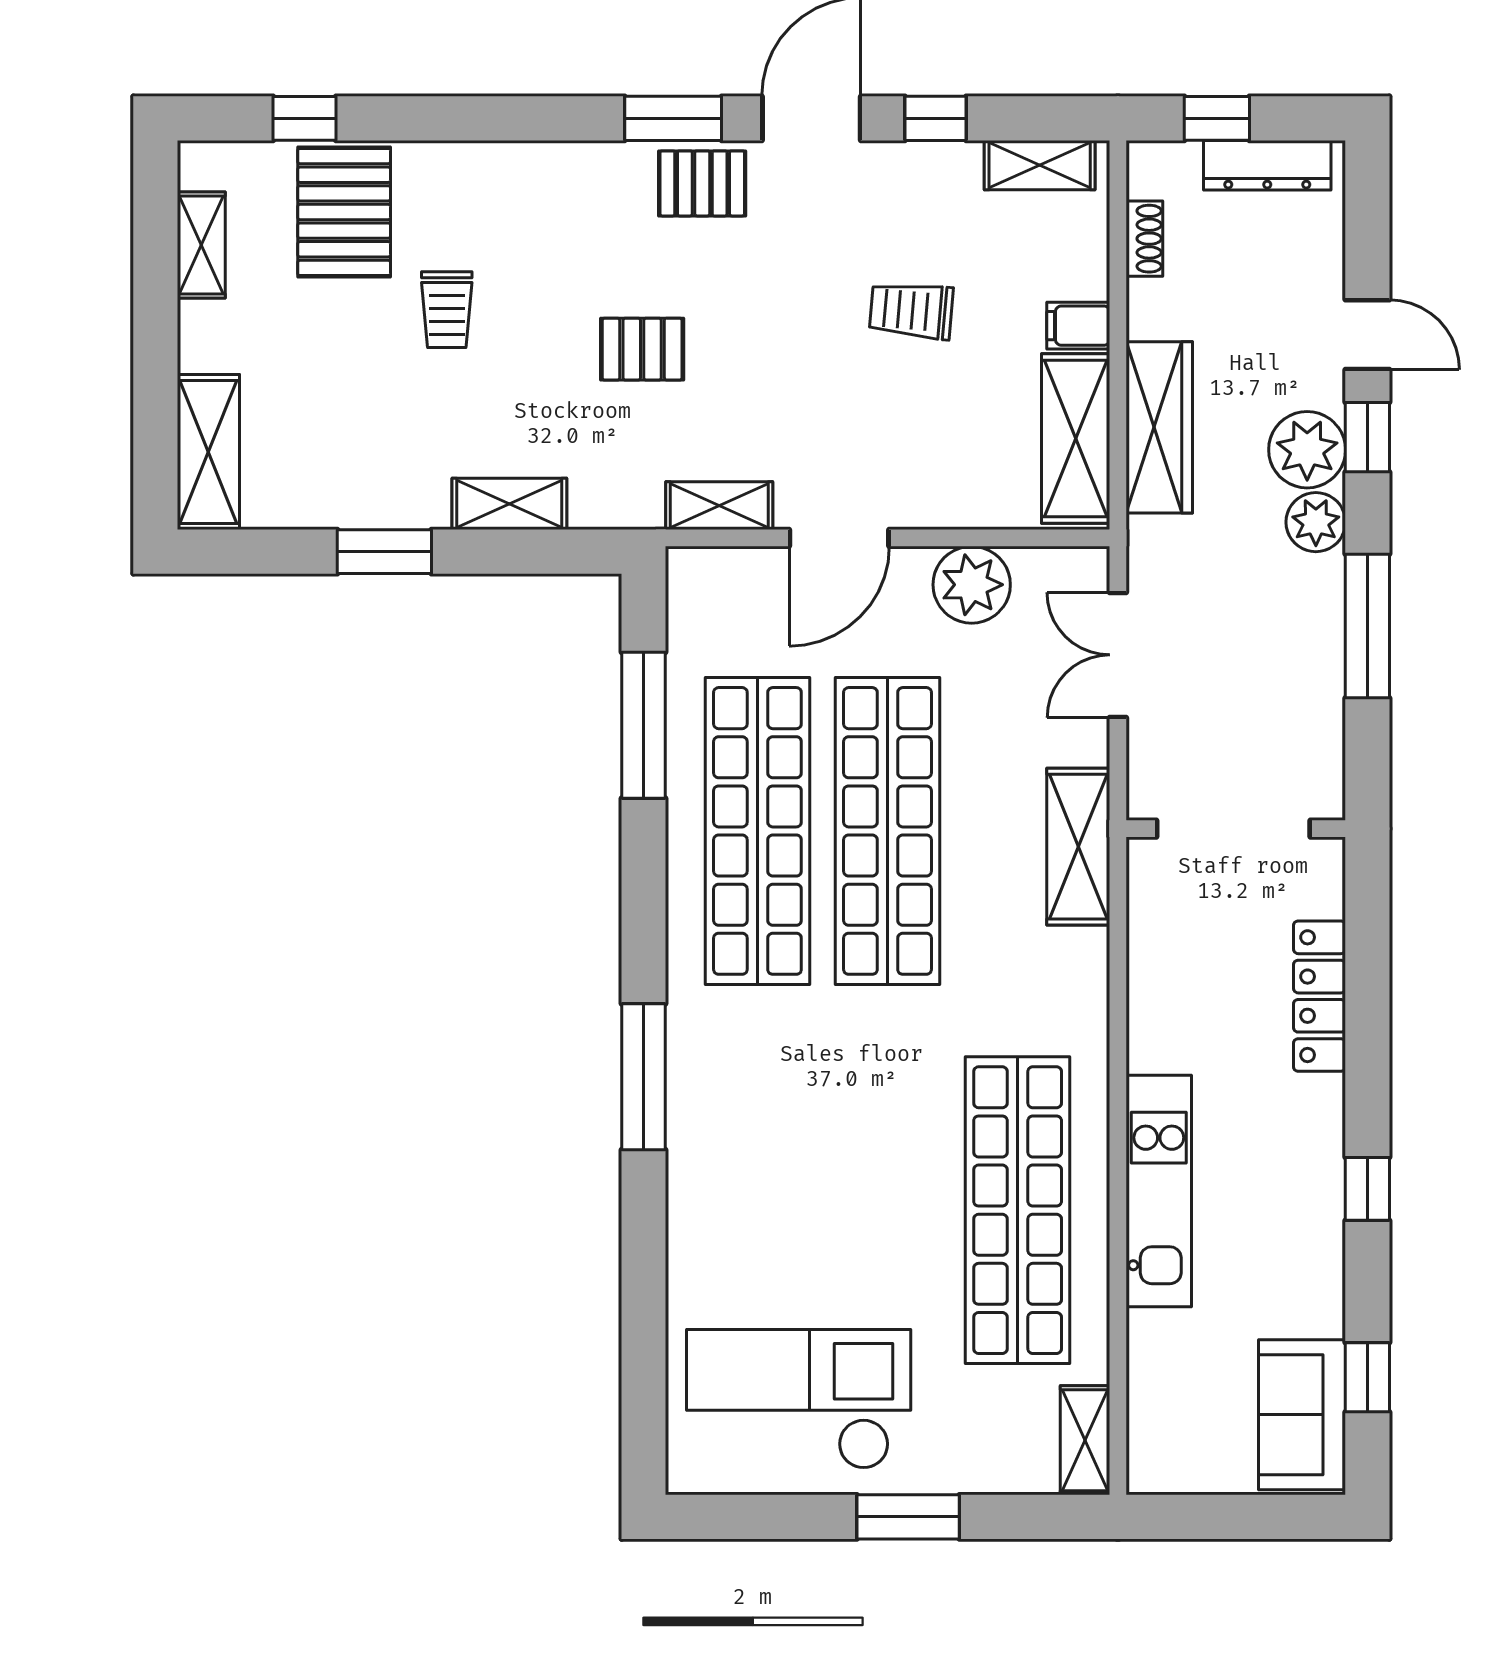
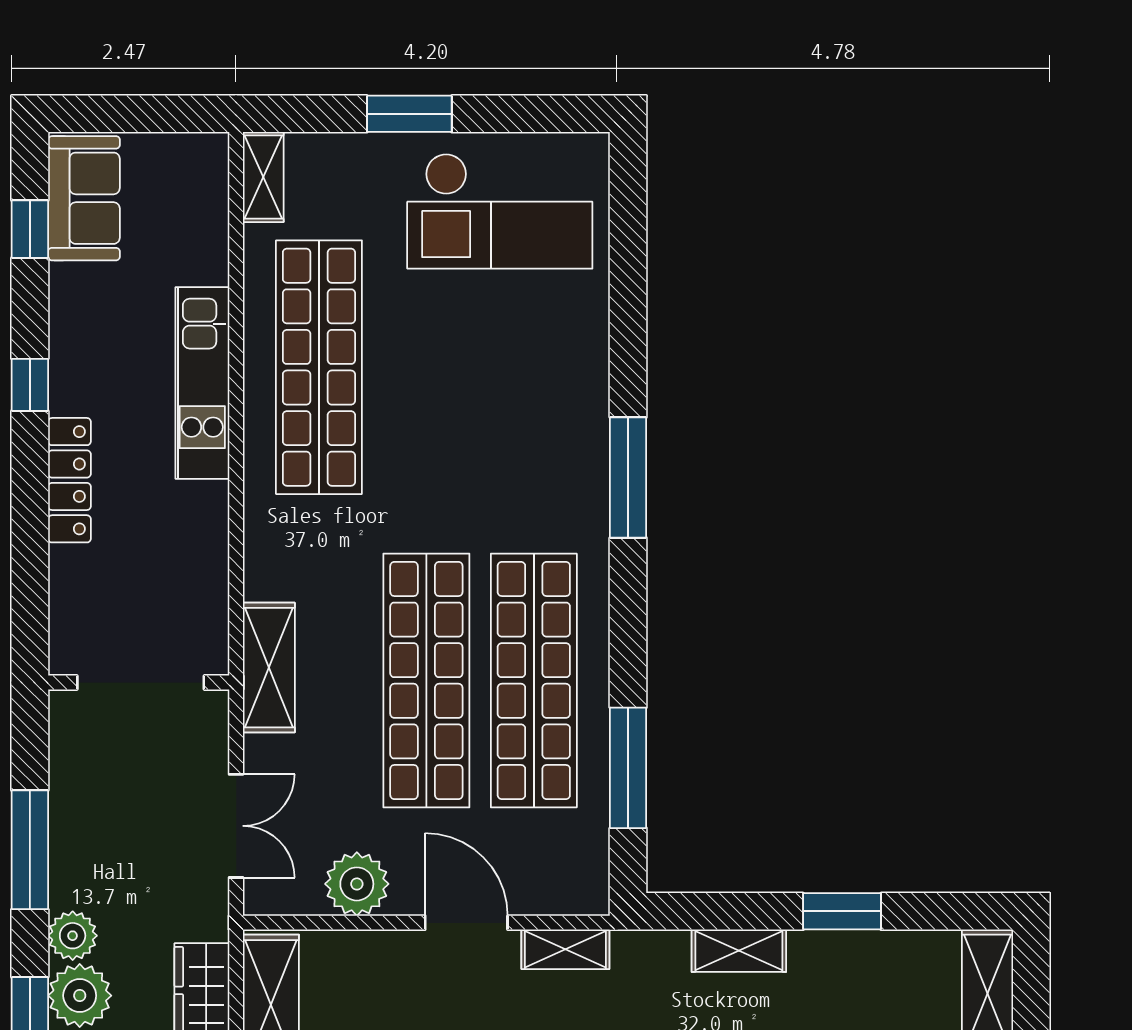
door: (839, 538) -> (466, 923), hinge flipped
locker: (1319, 996) -> (69, 480), moved

